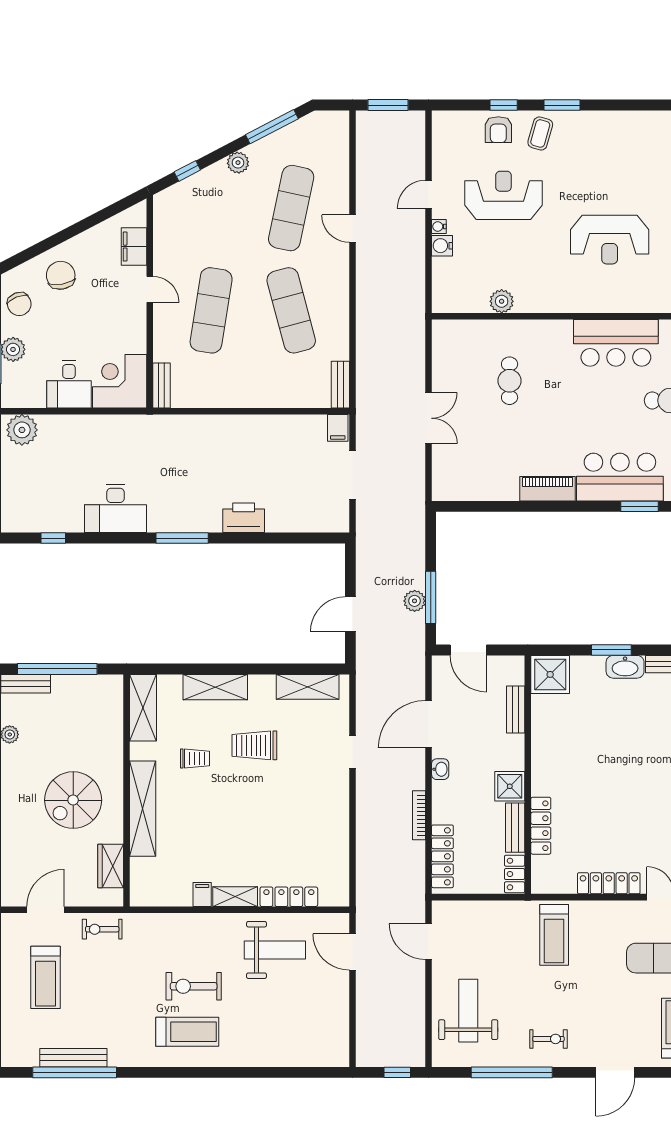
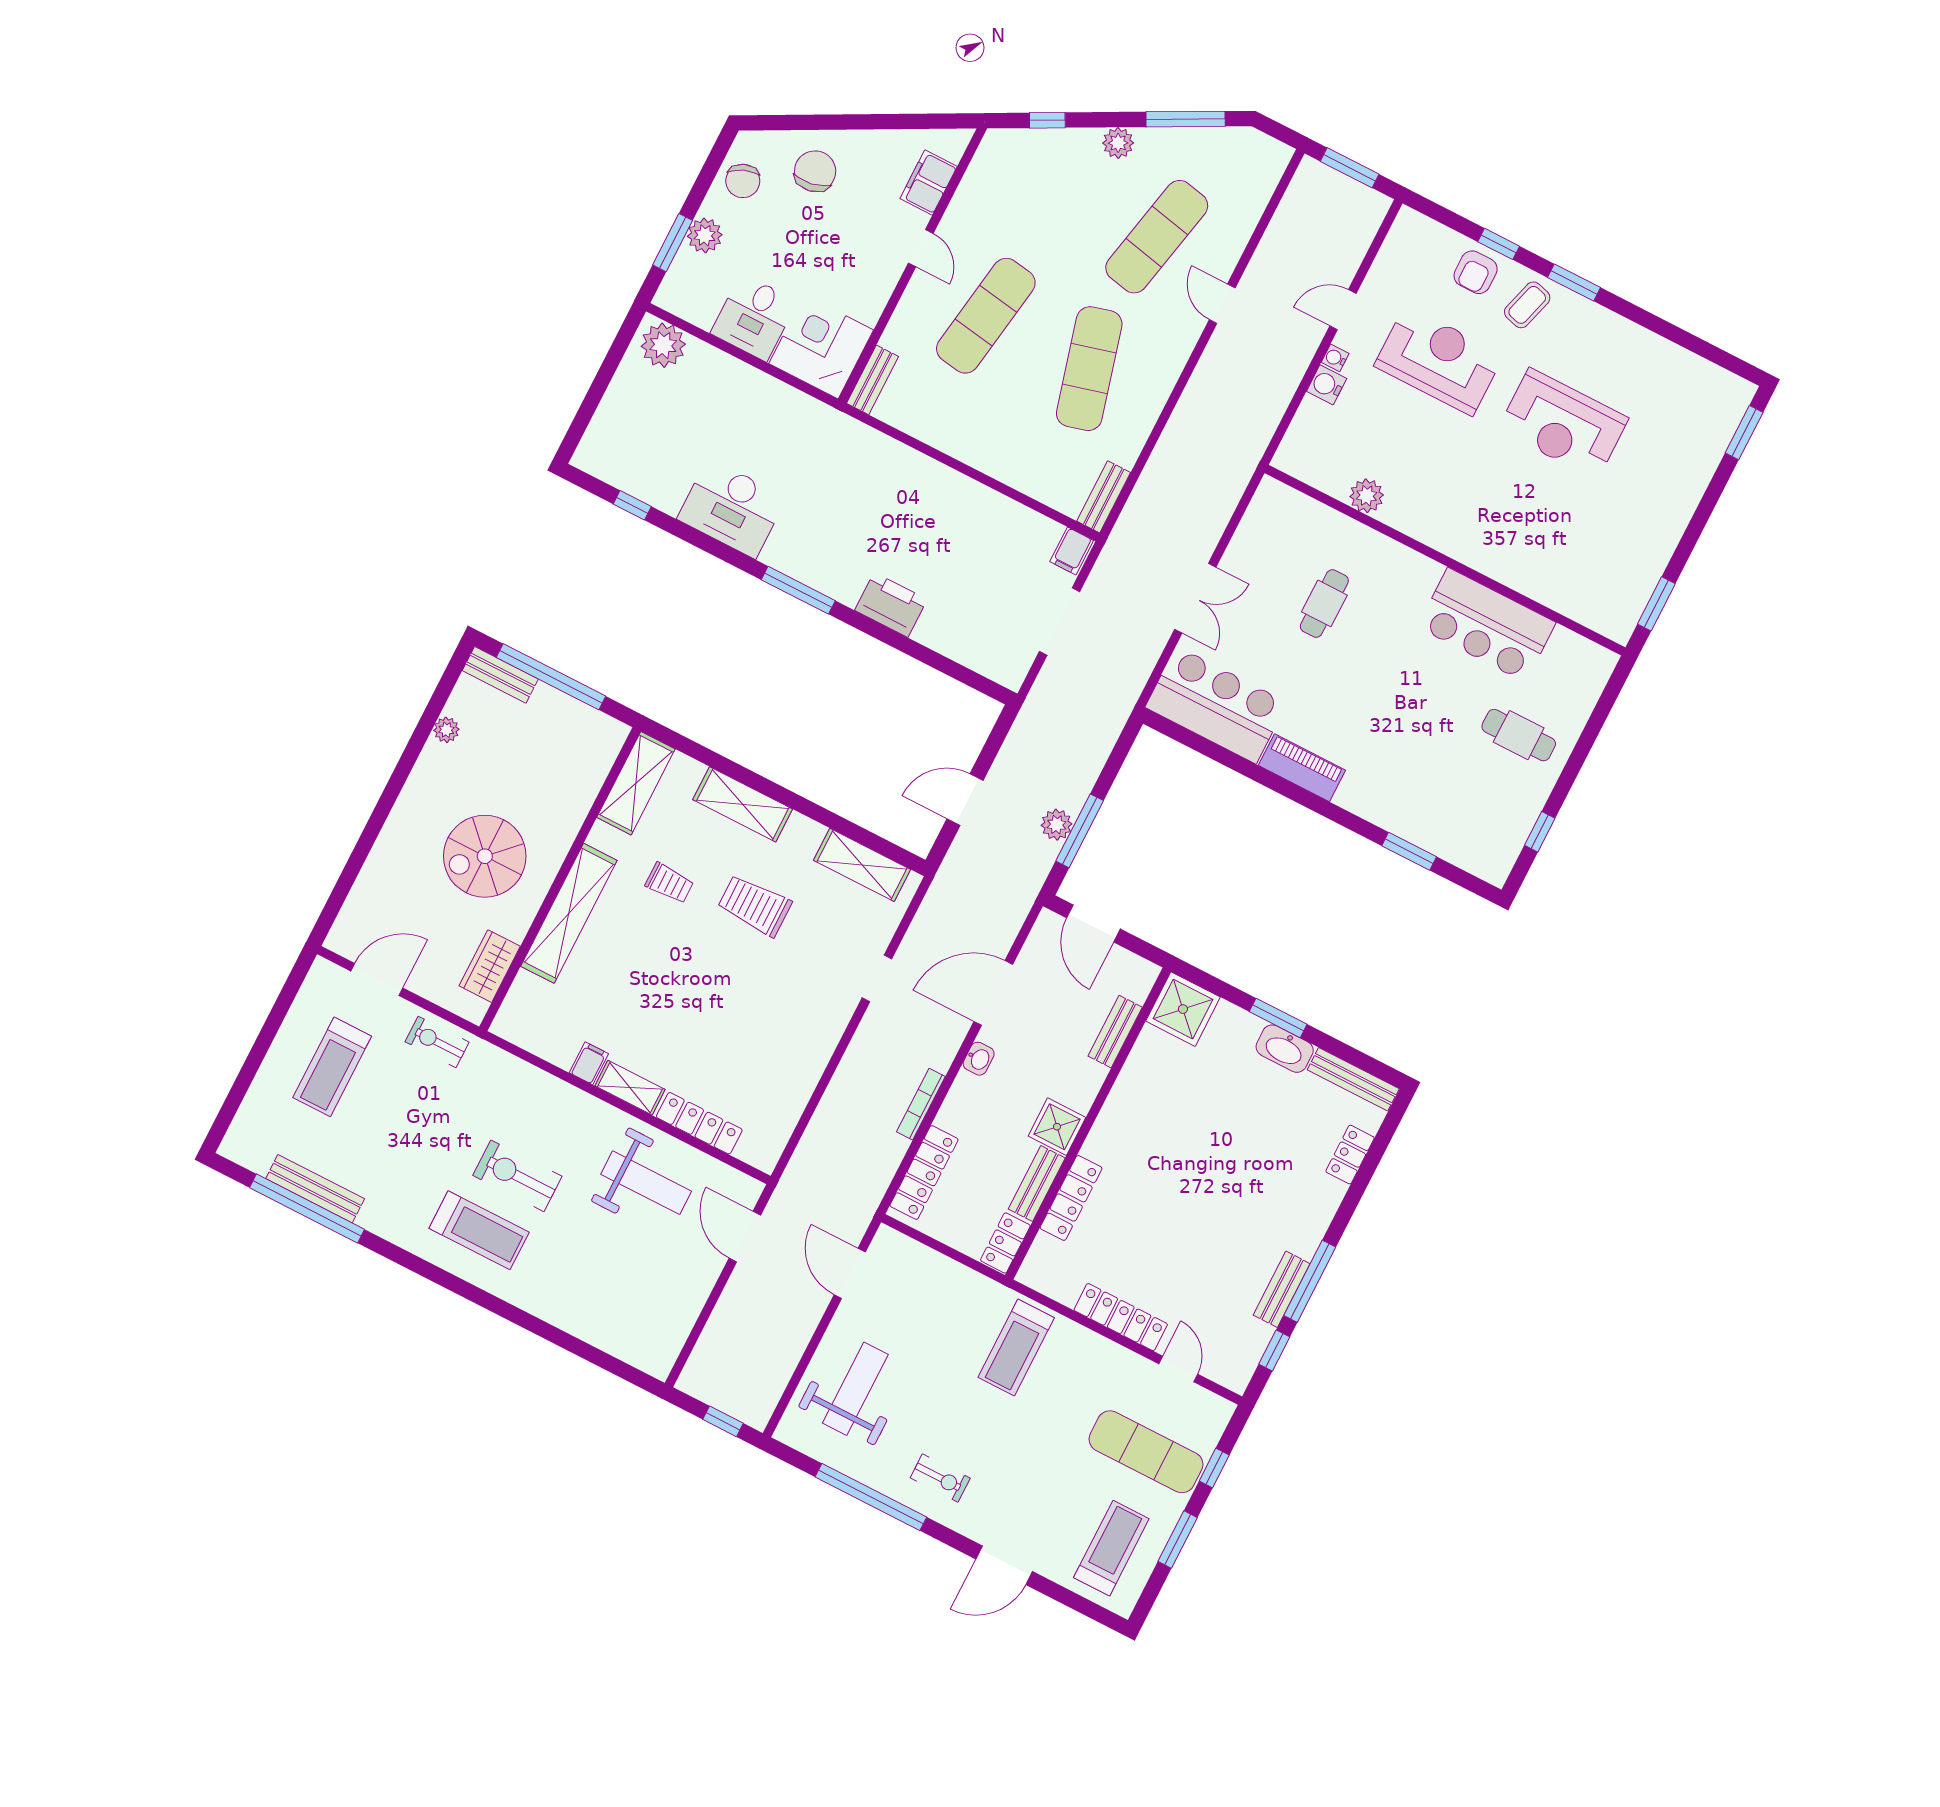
reception desk: (610, 240) -> (1563, 424), moved
bar counter: (620, 477) -> (1216, 705), moved

